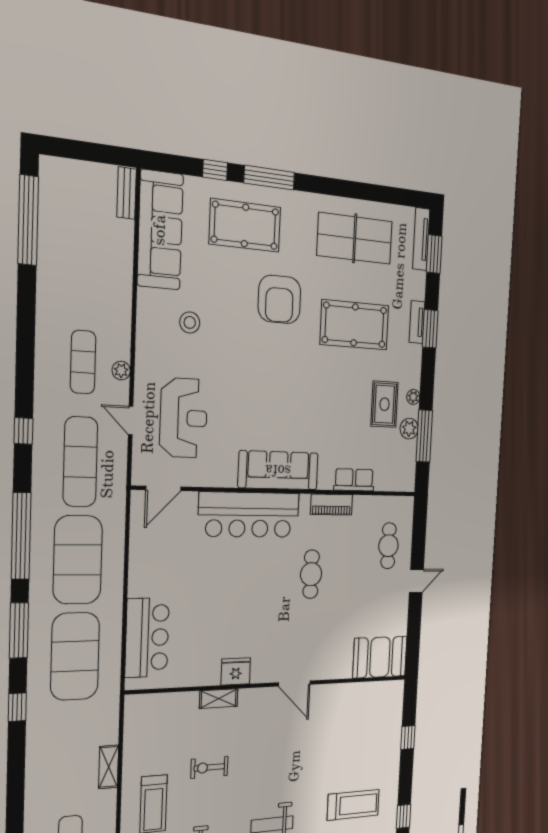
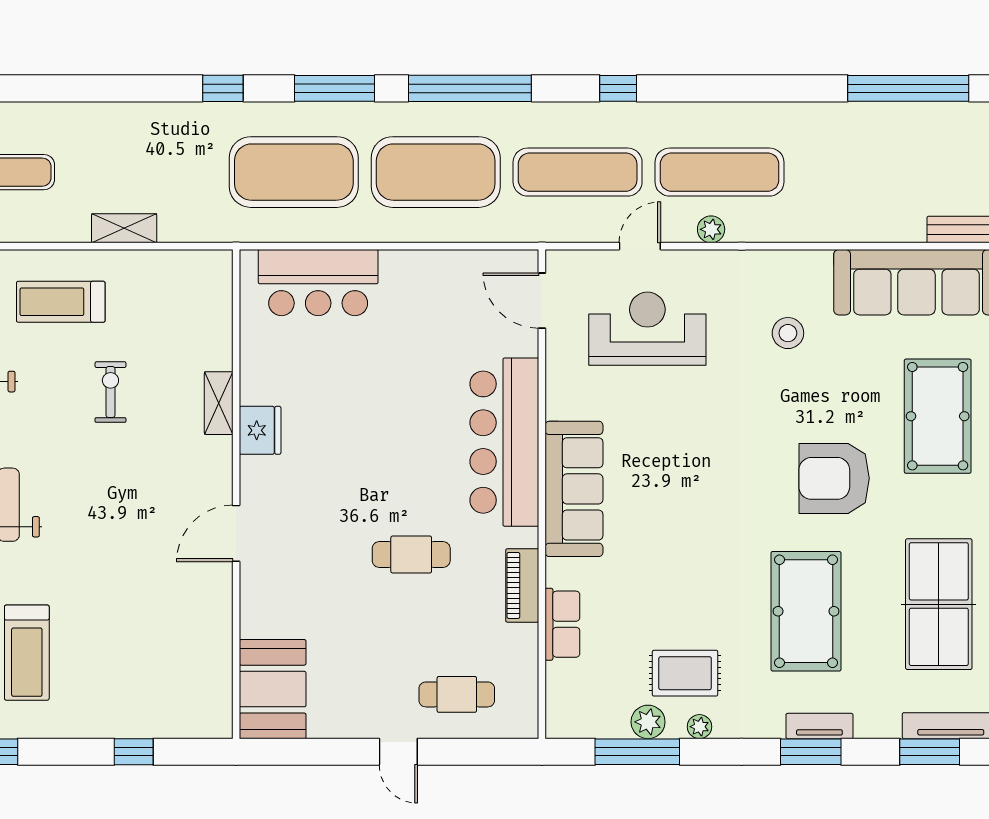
exercise mat: (83, 362) -> (719, 172), width x1.36, depth x1.45
reception desk: (184, 418) -> (647, 329), turned 180

